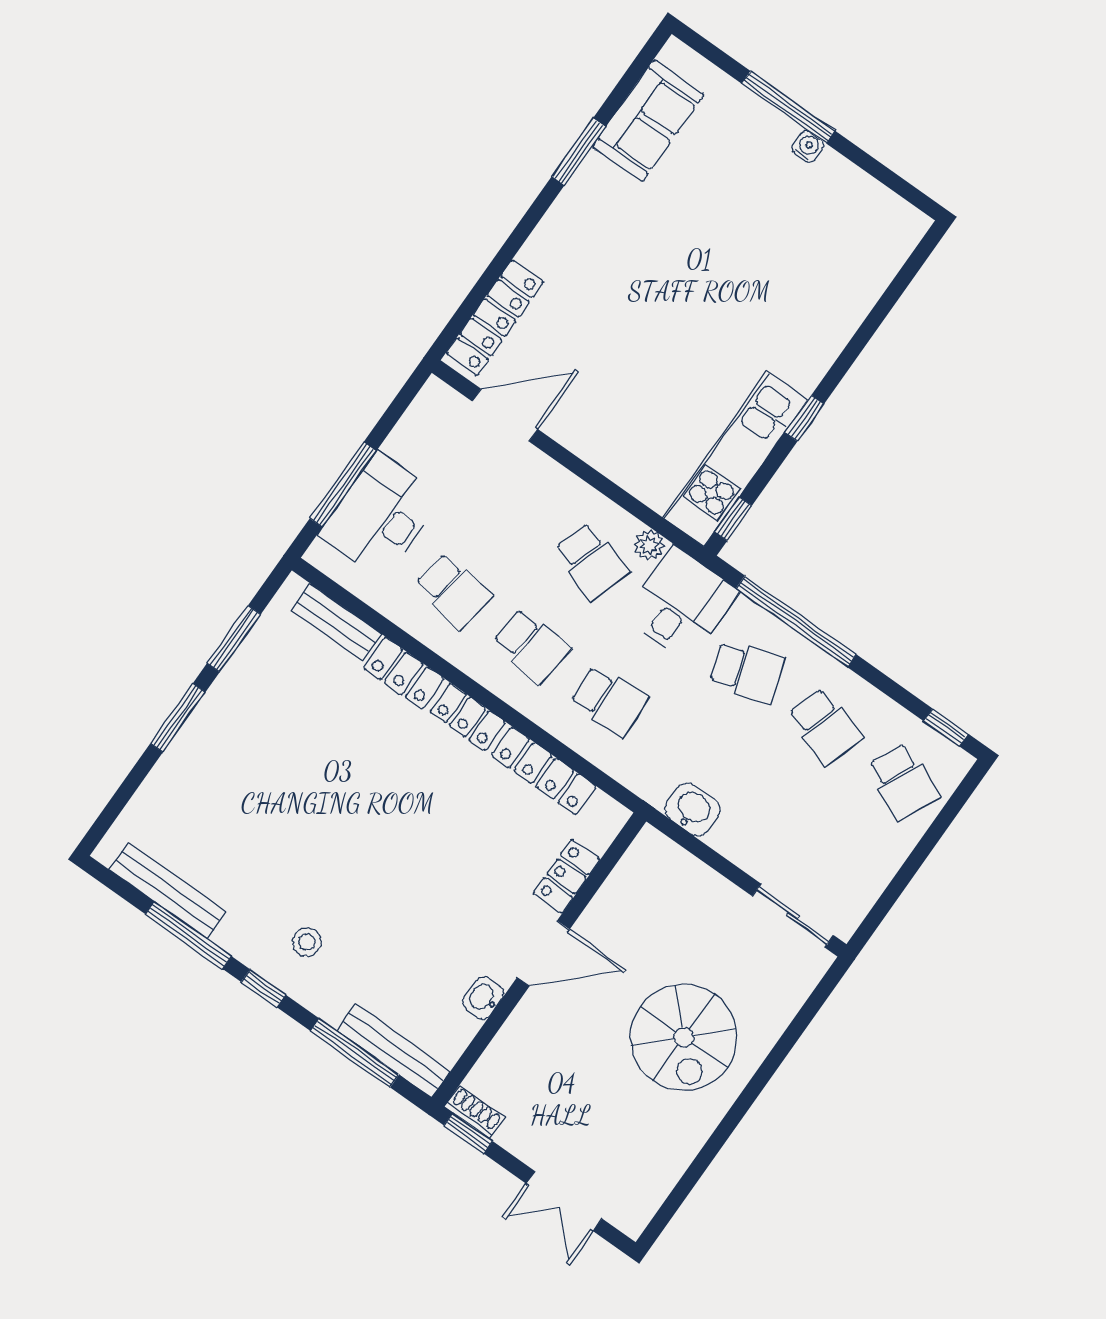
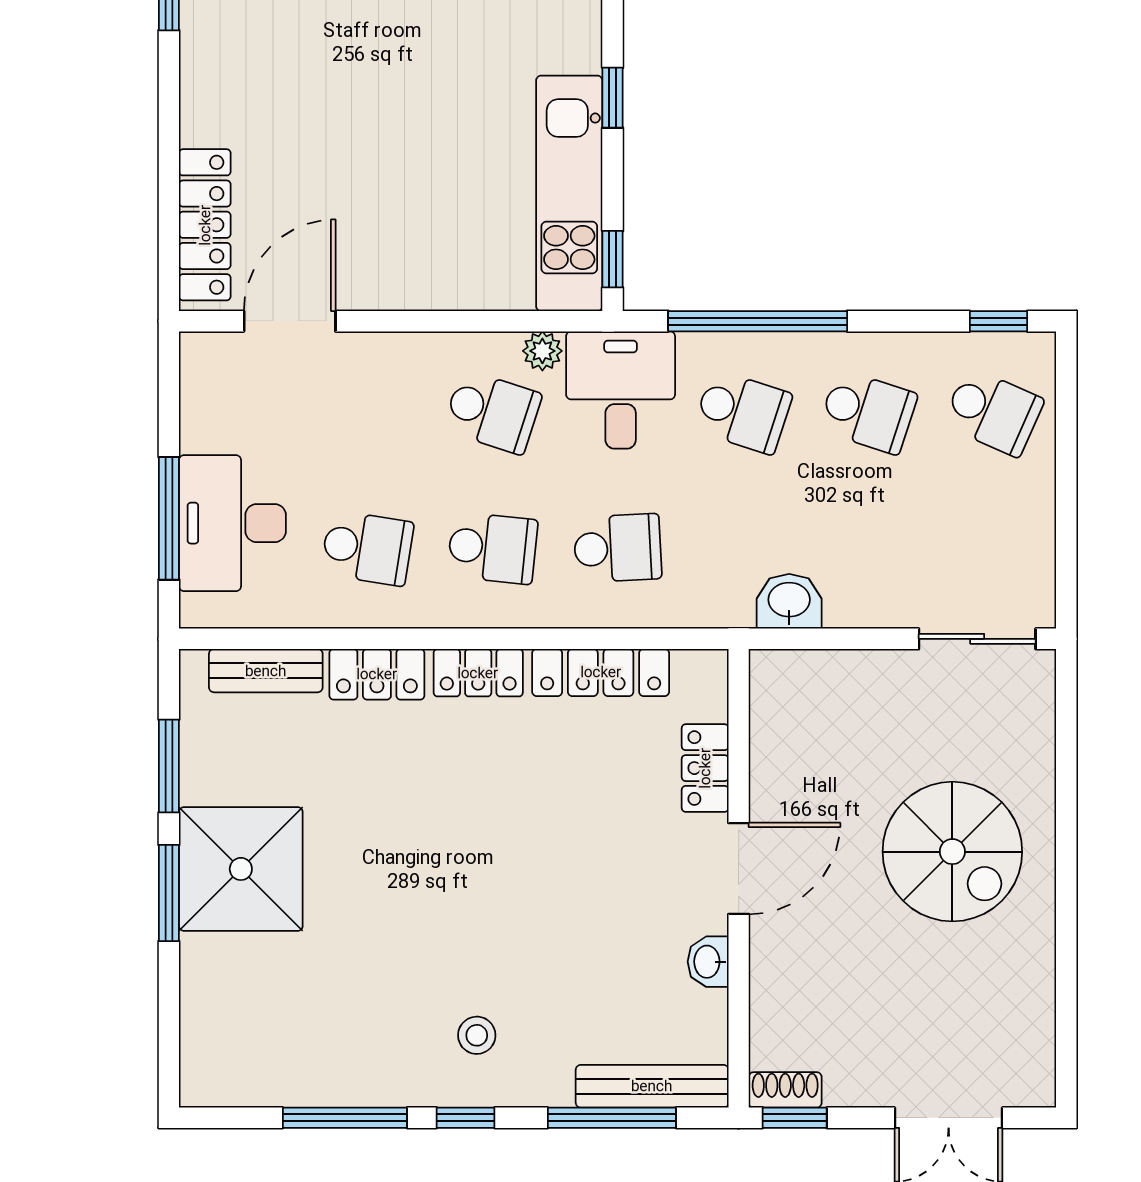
school desk: (747, 671) -> (743, 412), turned 36
shower: (233, 735) -> (241, 869), added
bench: (168, 890) -> (289, 1086), removed

